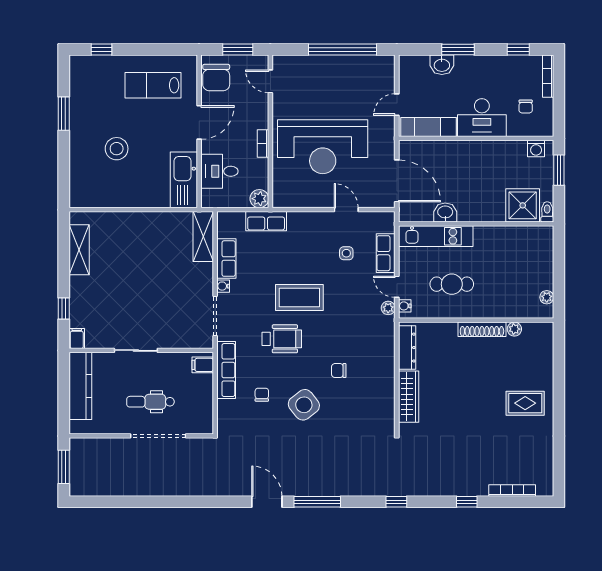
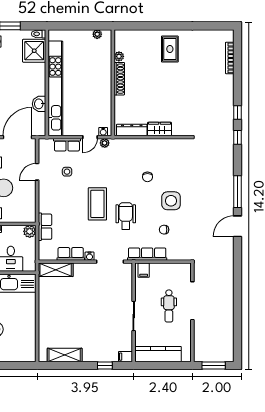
kitchen unit: (436, 236) -> (55, 88), width x1.86
cafe table: (452, 284) -> (88, 99), removed
wardrobe: (409, 397) -> (160, 129), width x0.67
side table: (304, 405) -> (171, 201), turned 38
window: (467, 502) -> (238, 112), moved

